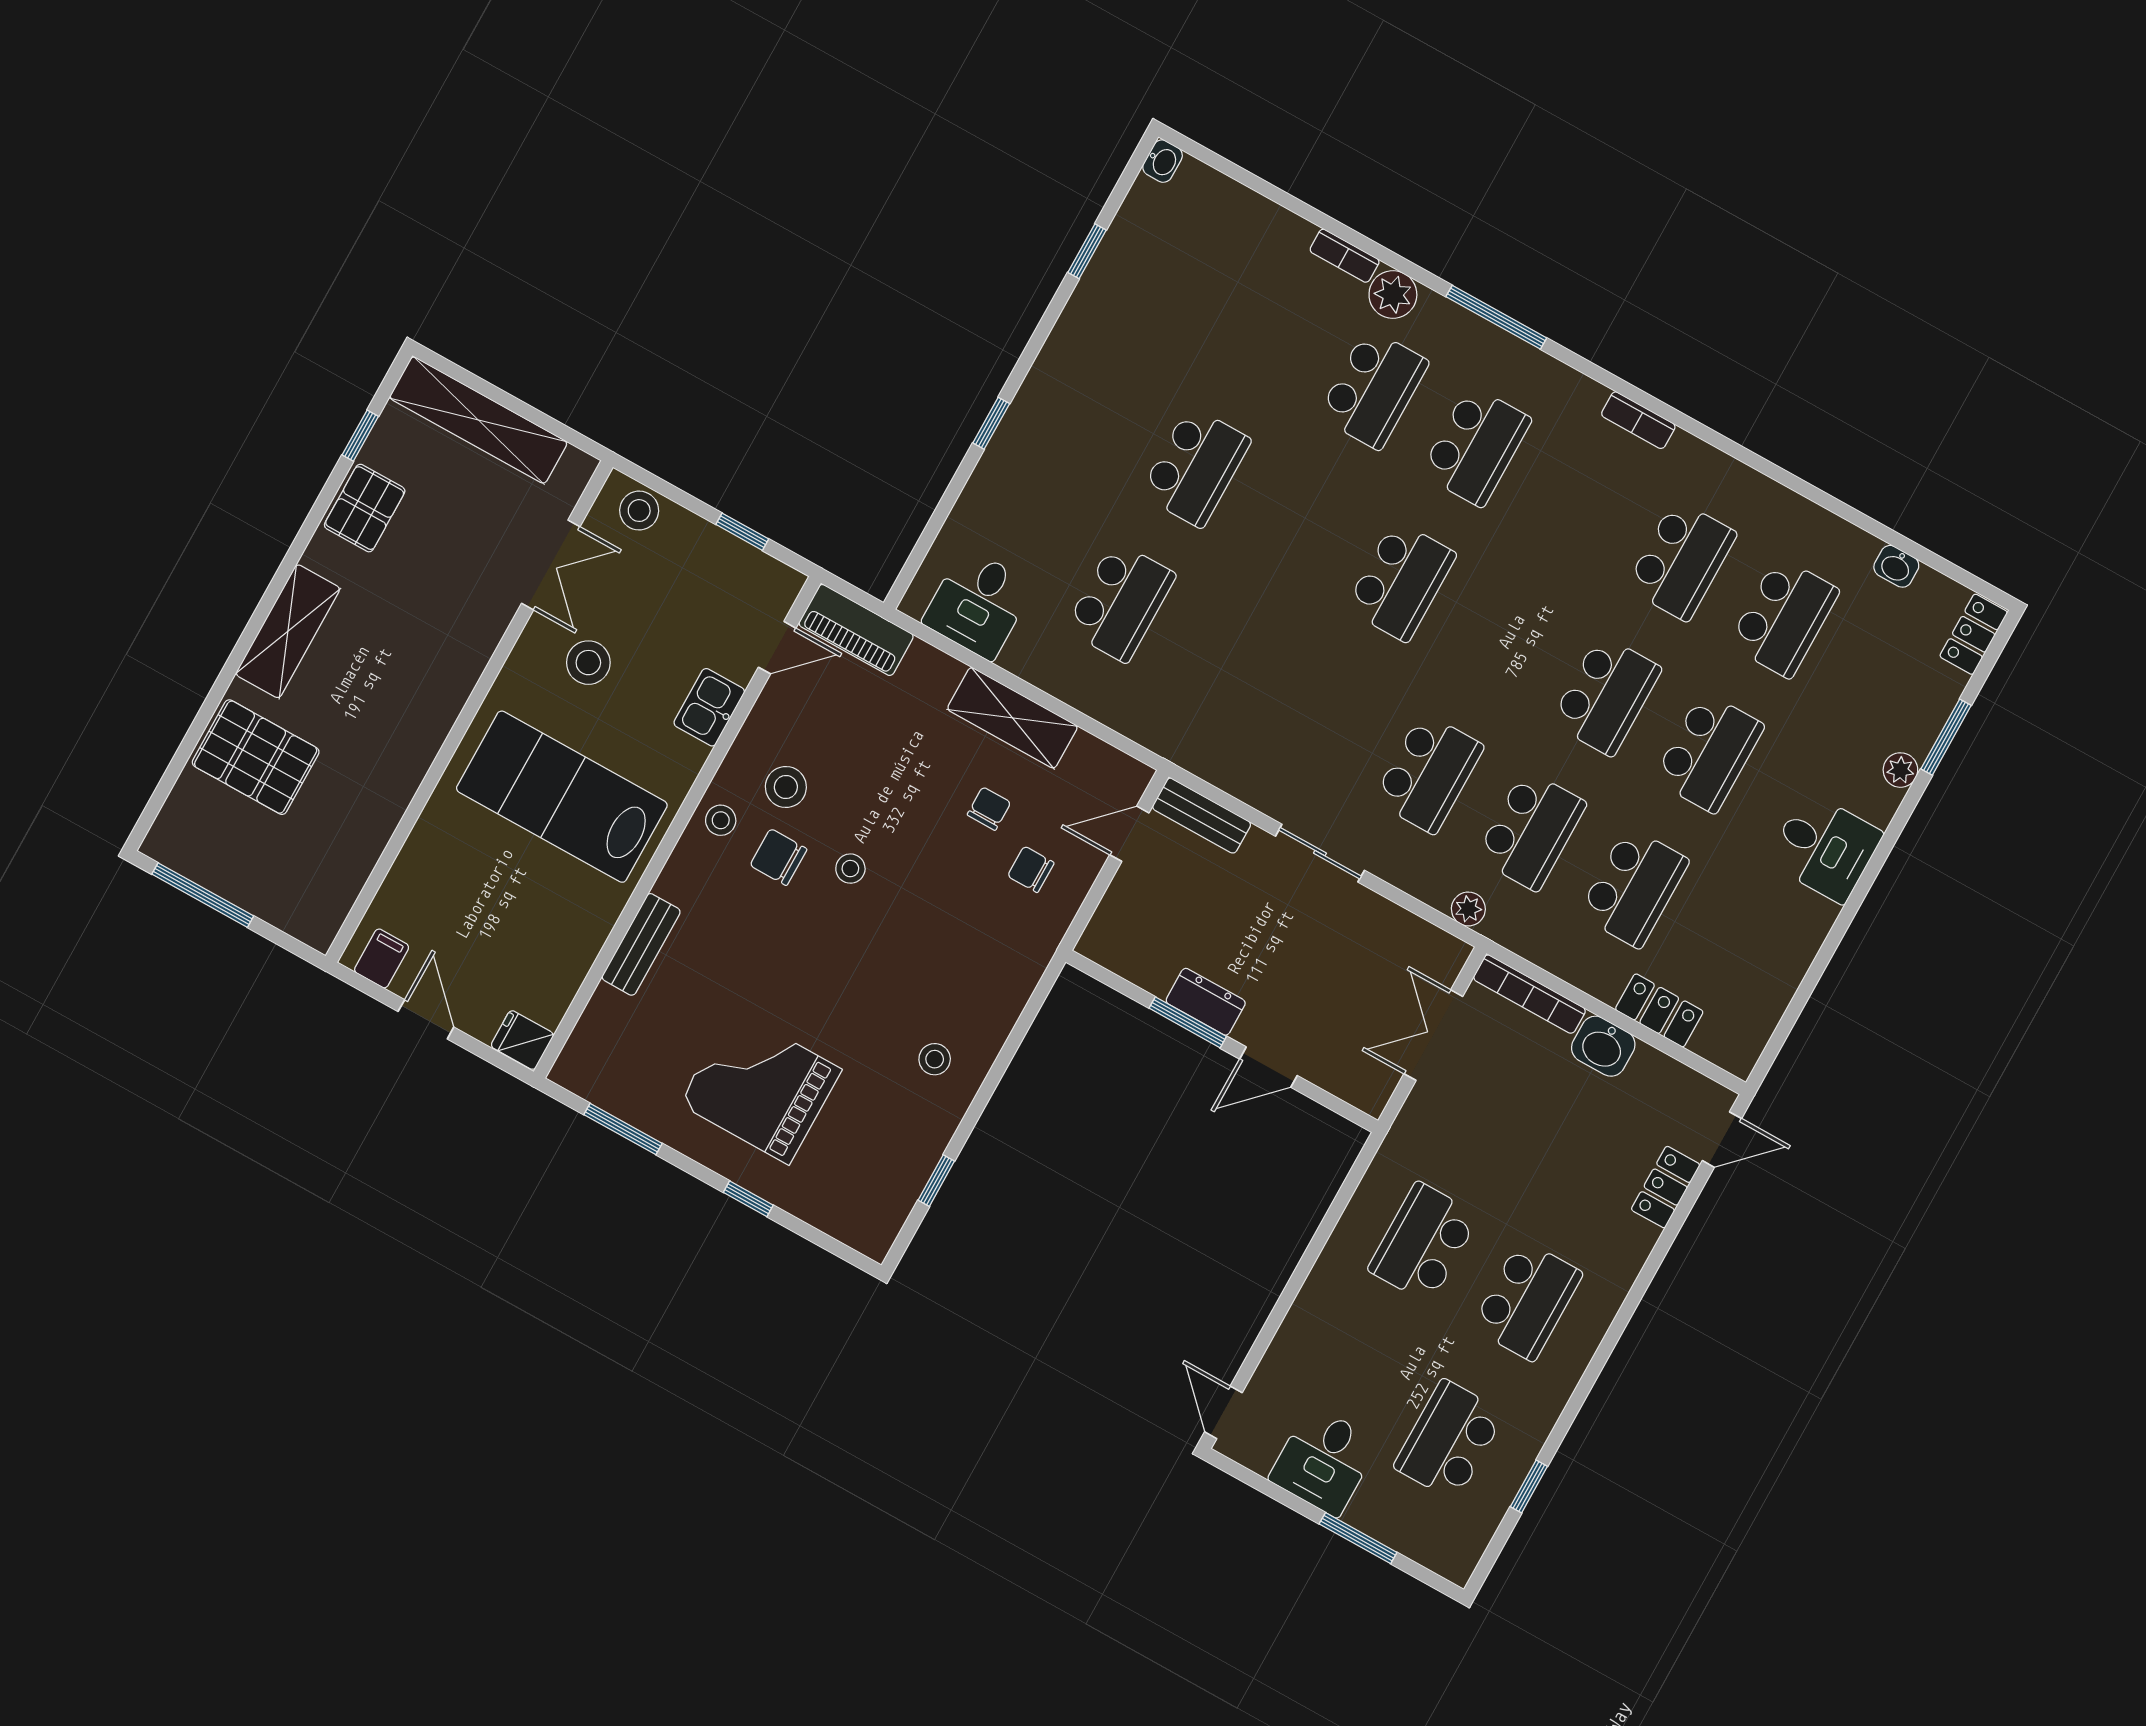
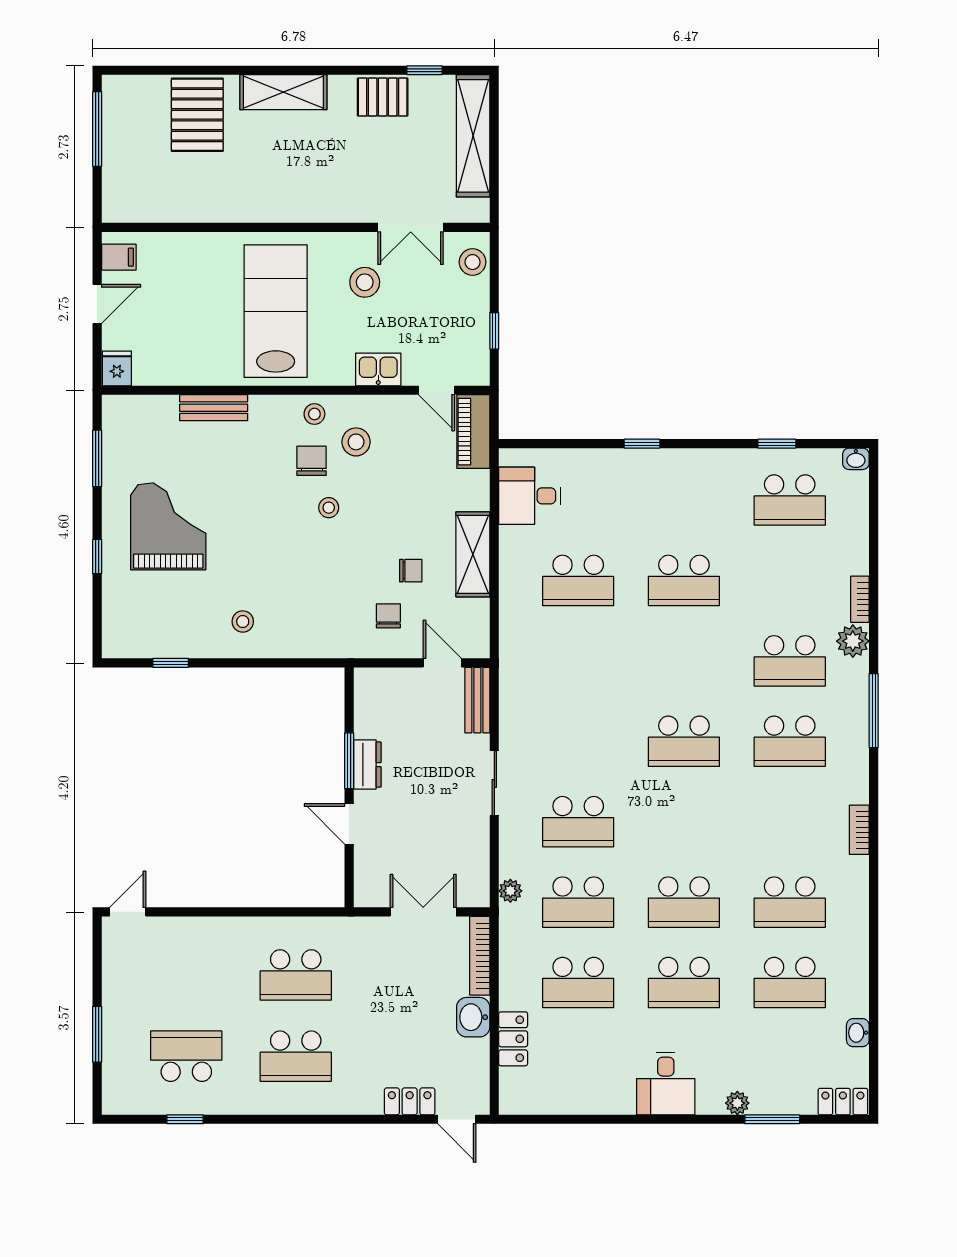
school desk: (1168, 275) -> (790, 500), added
school desk: (1423, 1243) -> (296, 975), turned 180
desk: (1324, 1461) -> (132, 988), removed

